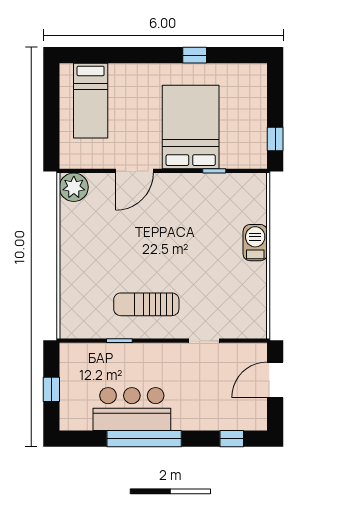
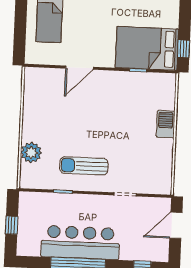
bed: (191, 127) -> (147, 48), moved, turned -90
plant: (74, 187) -> (31, 153), moved
bar counter: (132, 409) -> (80, 243), width x1.36

